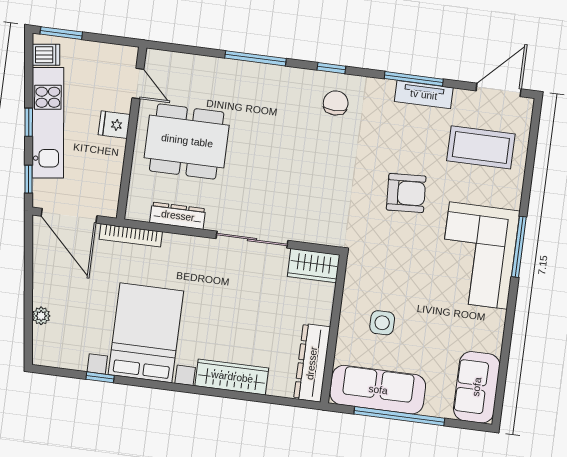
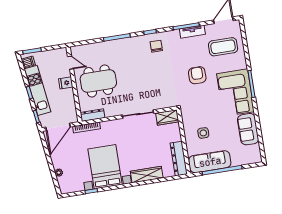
armchair: (406, 193) -> (197, 75), turned -87
door: (69, 216) -> (58, 127), hinge flipped
dresser: (178, 216) -> (92, 115), moved
sofa: (477, 387) -> (248, 129), moved

